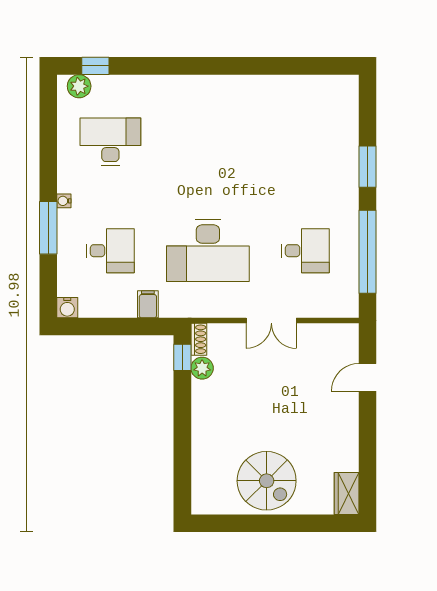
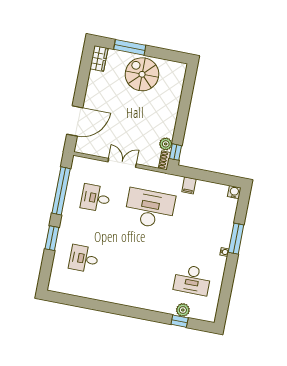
window: (95, 66) -> (180, 321), moved
plant: (79, 86) -> (183, 310), moved
desk: (110, 251) -> (84, 259), moved
door: (367, 377) -> (75, 121), width x1.88
window: (297, 523) -> (130, 47), added

